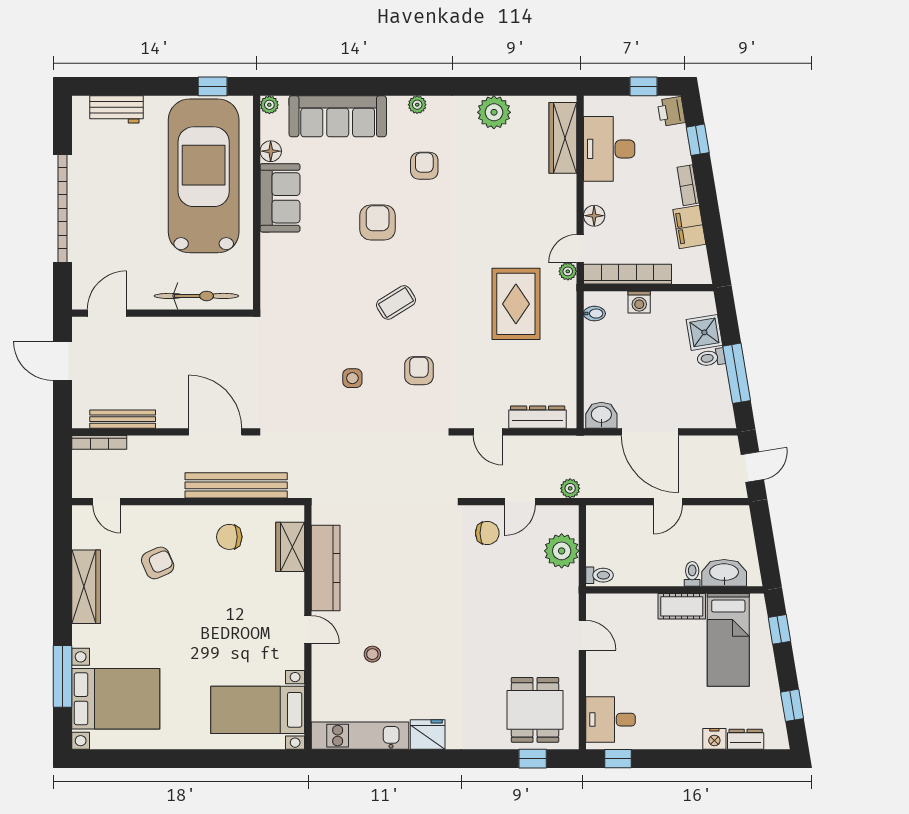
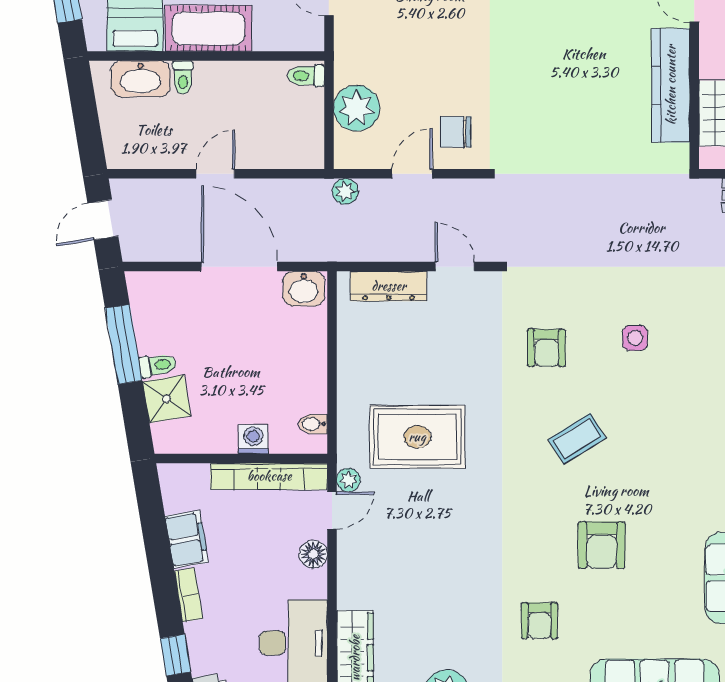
rug: (516, 304) -> (417, 437), turned 90
cot: (682, 606) -> (208, 28), width x1.37, depth x1.34

